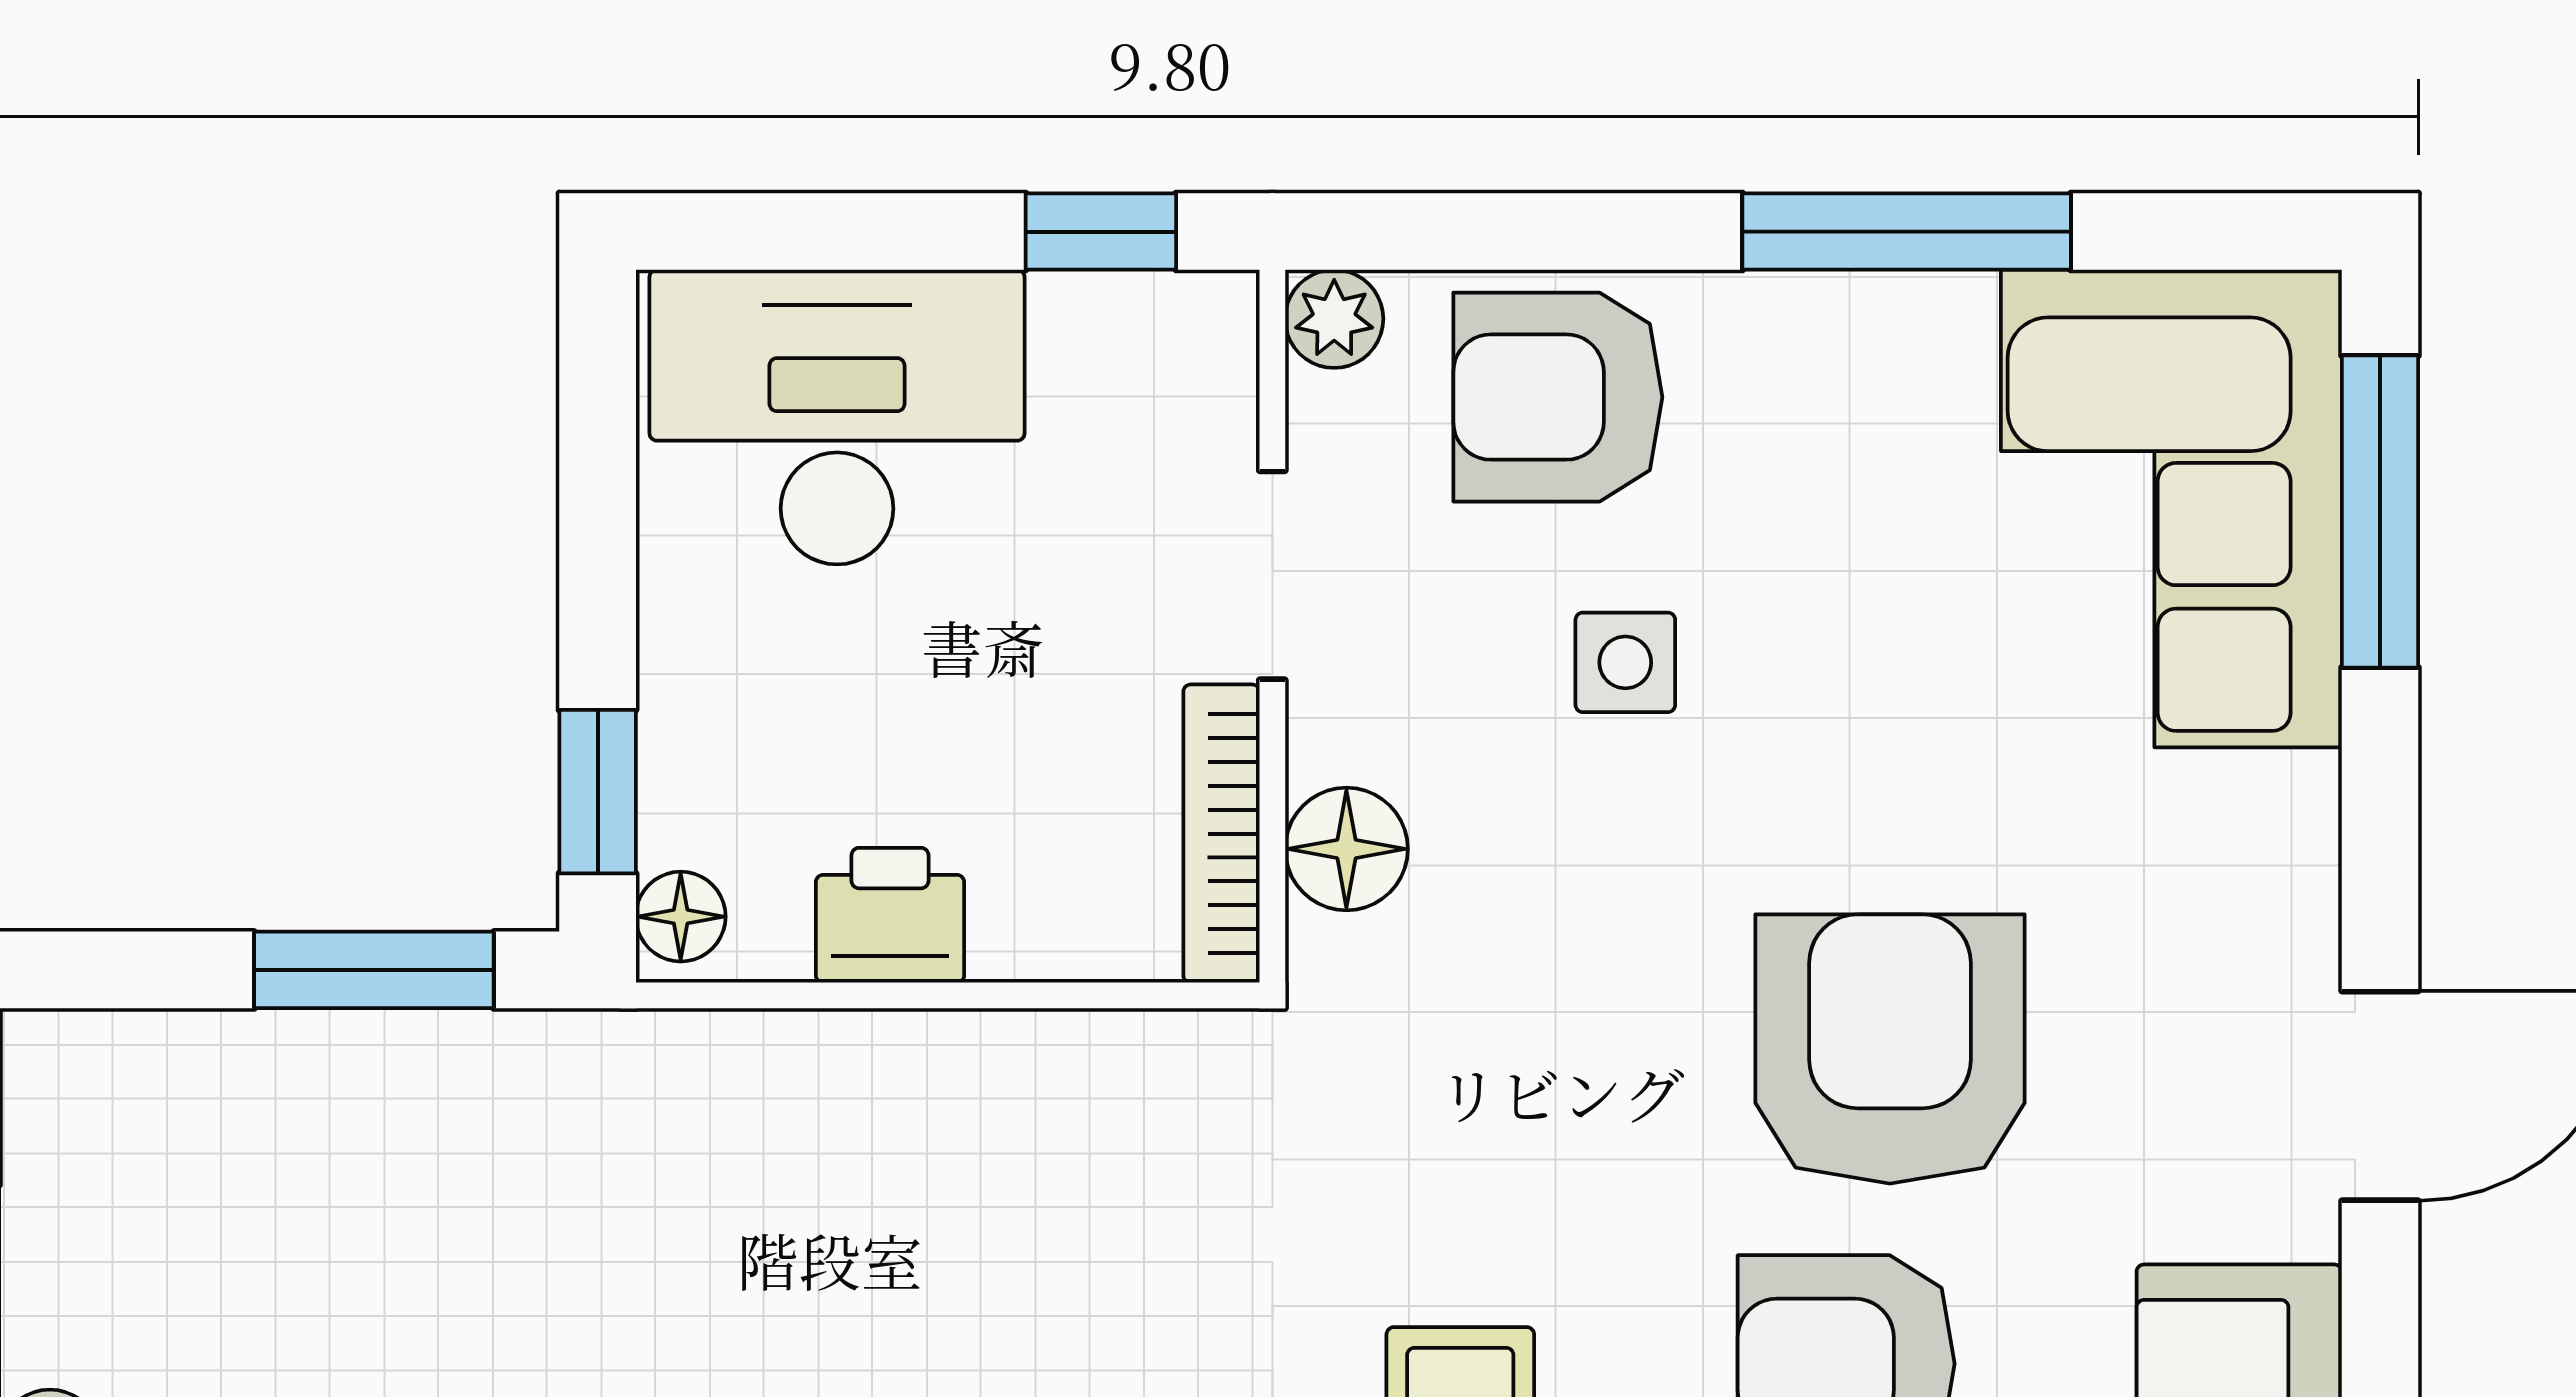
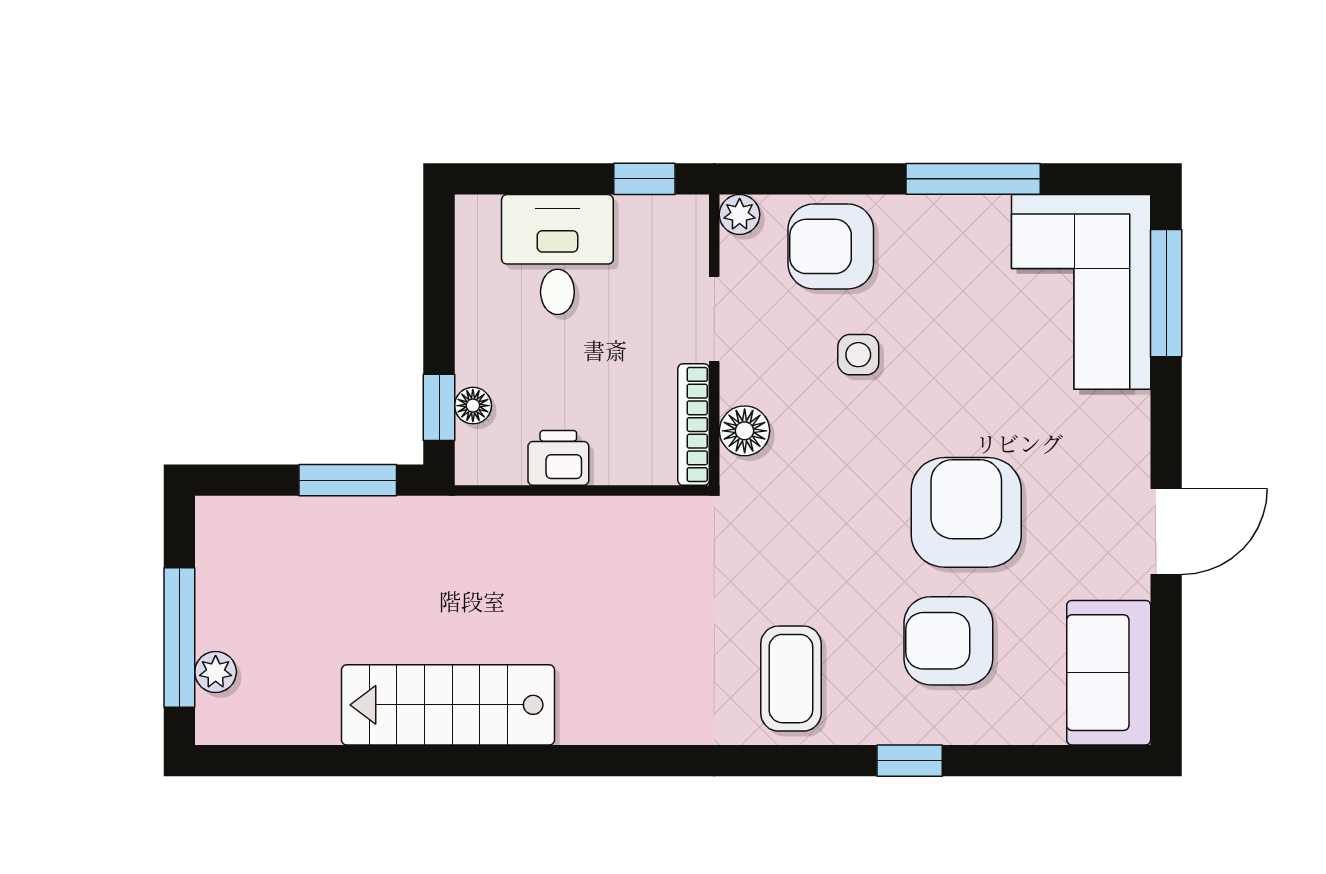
desk: (837, 417) -> (557, 255), width x0.73
floor lamp: (681, 917) -> (473, 406), moved

